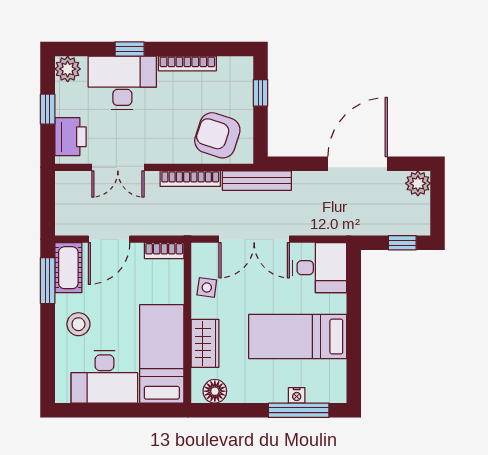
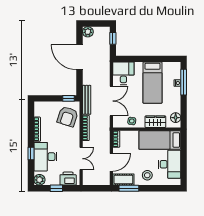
window: (261, 93) -> (69, 98), moved
door: (109, 239) -> (111, 162), hinge flipped

